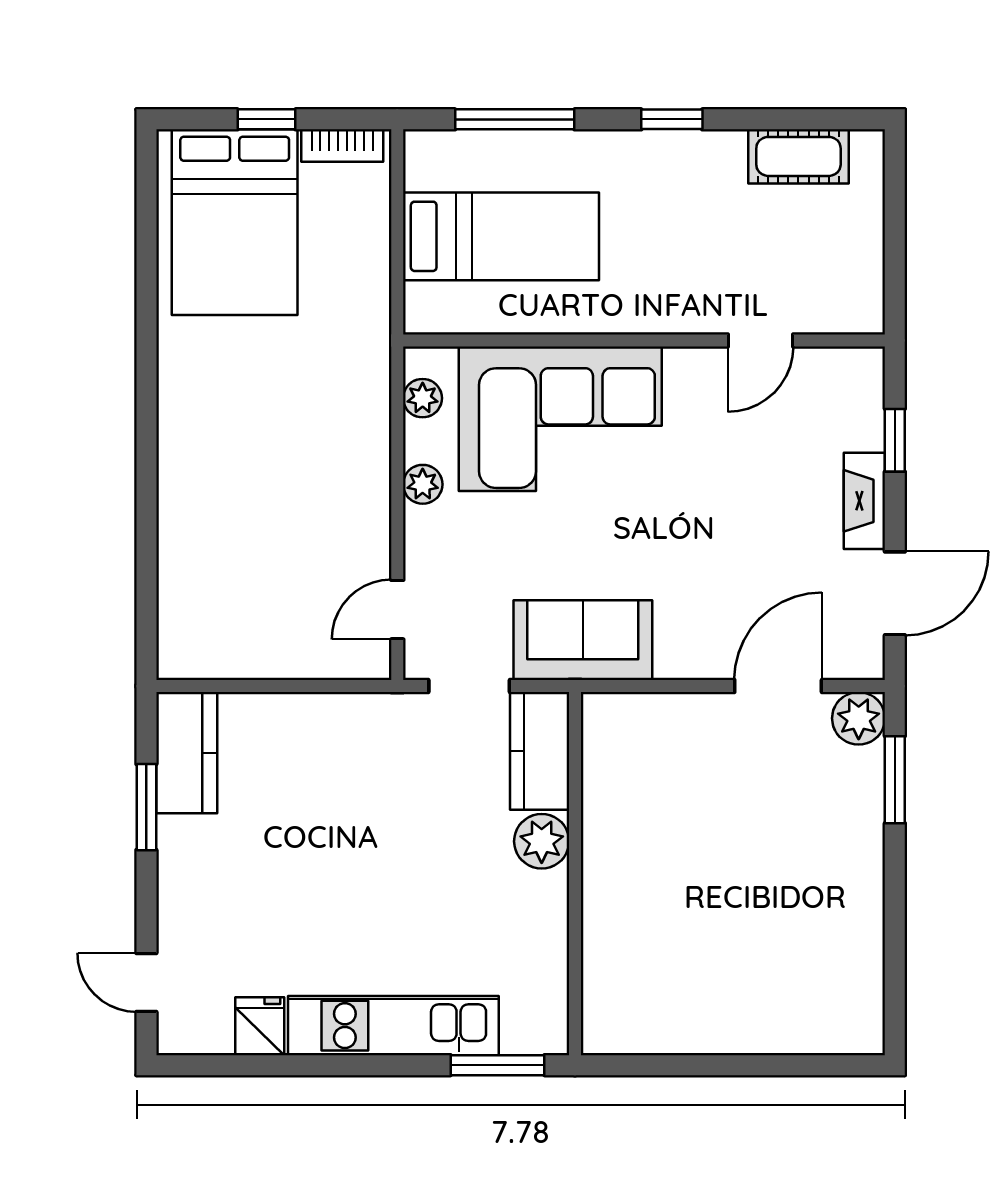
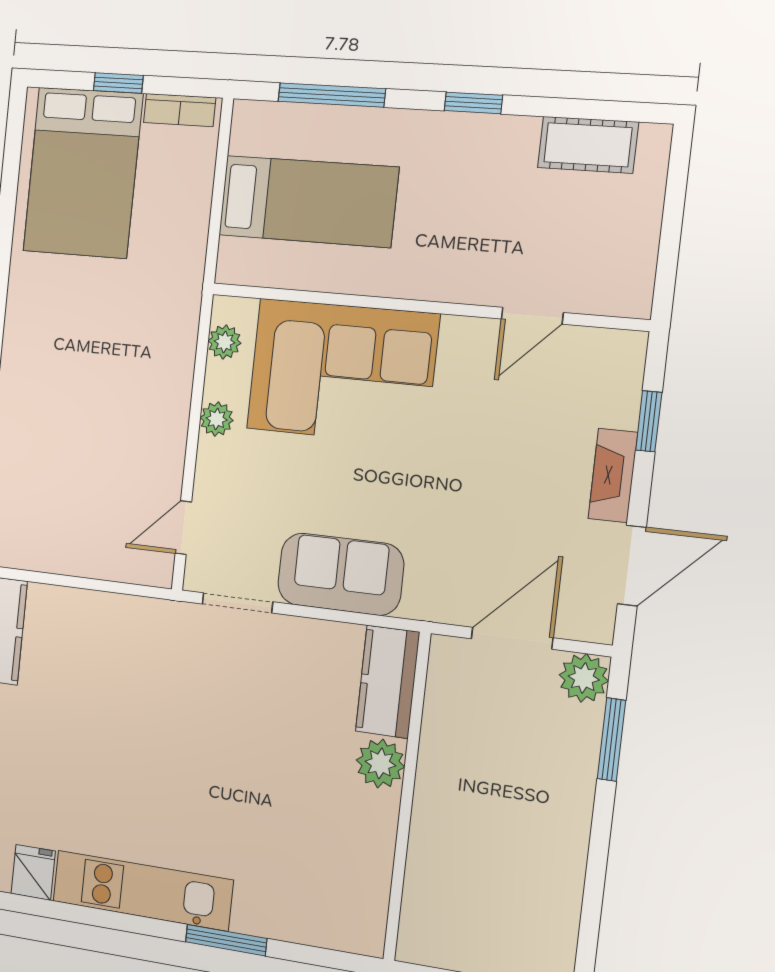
kitchen counter: (540, 751) -> (388, 682), moved
plant: (542, 841) -> (380, 763), moved
wall: (575, 874) -> (407, 797), moved

